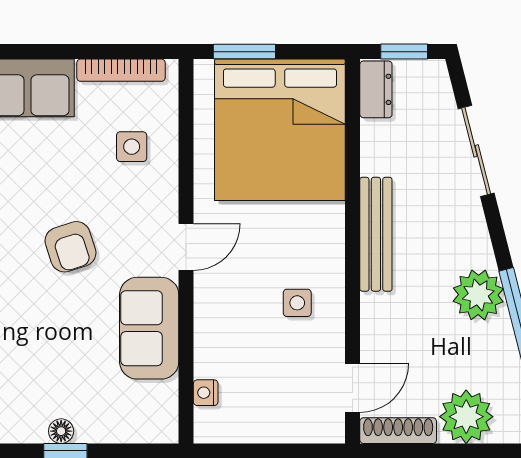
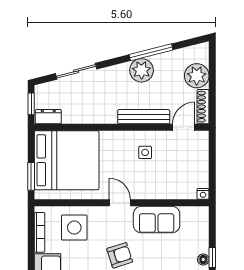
side table: (132, 147) -> (74, 228), width x1.87, depth x1.87
bench: (376, 234) -> (144, 117), moved
door: (353, 388) -> (184, 127), hinge flipped
nightstand: (206, 393) -> (203, 194), moved

